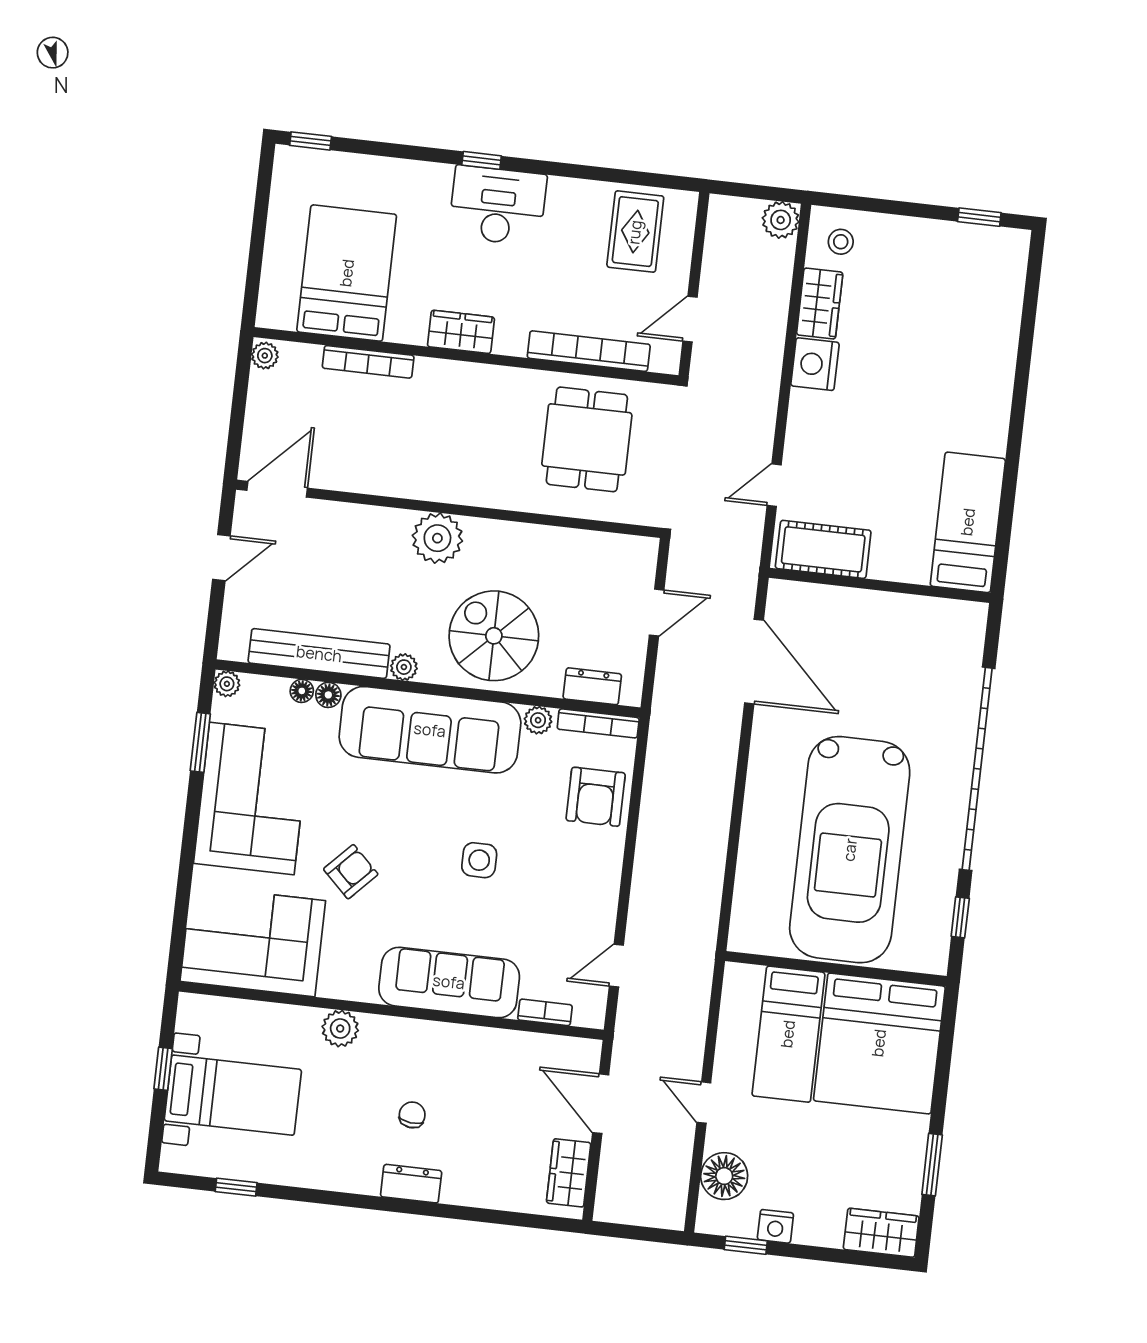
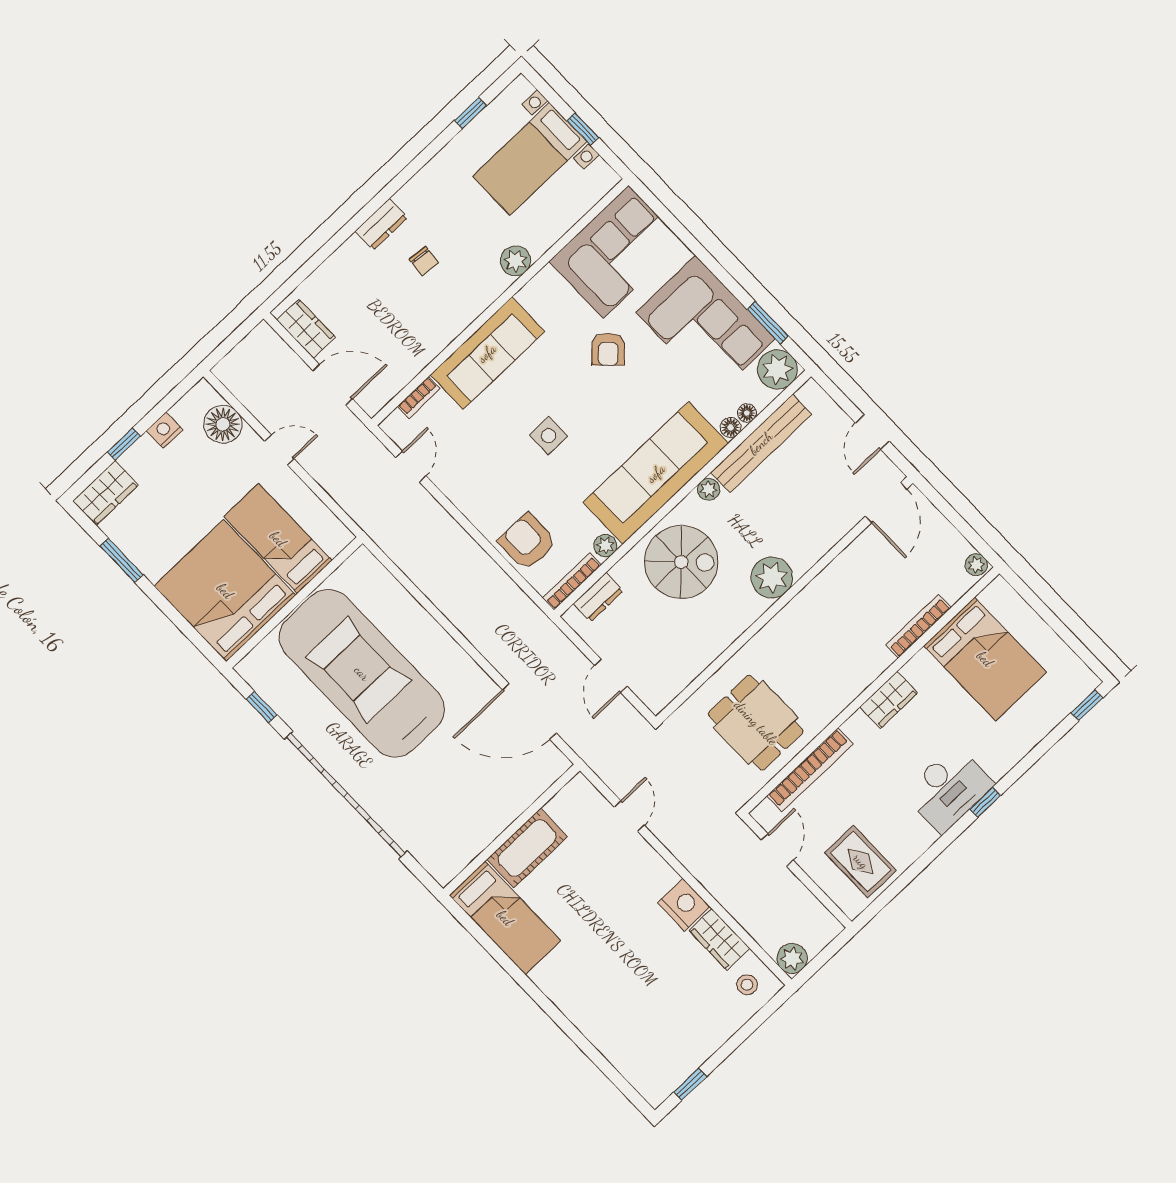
cot: (823, 549) -> (527, 848), moved
plant: (227, 684) -> (777, 369), width x1.87, depth x1.87
window: (746, 1245) -> (124, 444), moved

